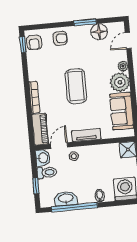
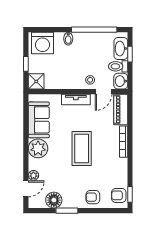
armchair: (34, 43) -> (119, 195), turned -90
plant: (123, 66) -> (33, 175), moved
washbasin: (66, 199) -> (121, 49), moved, turned 90

